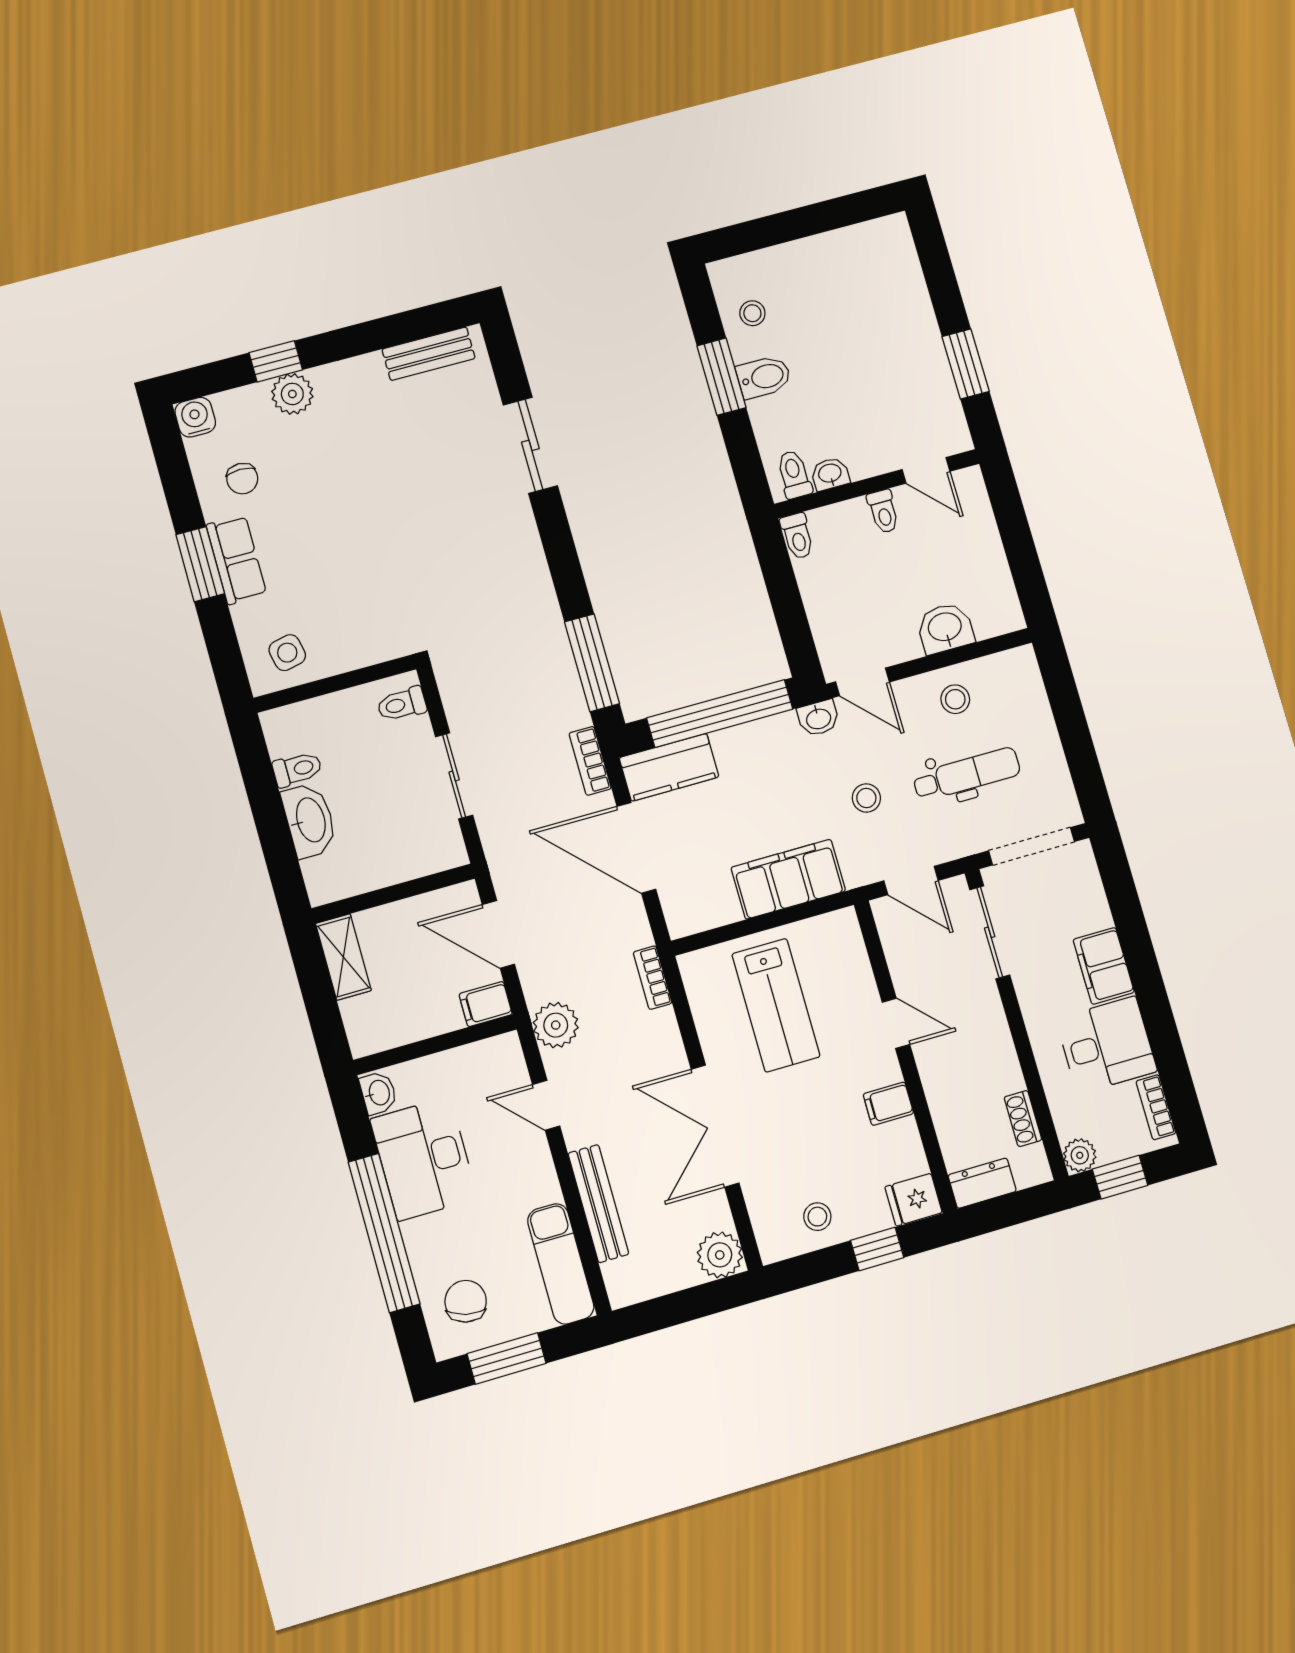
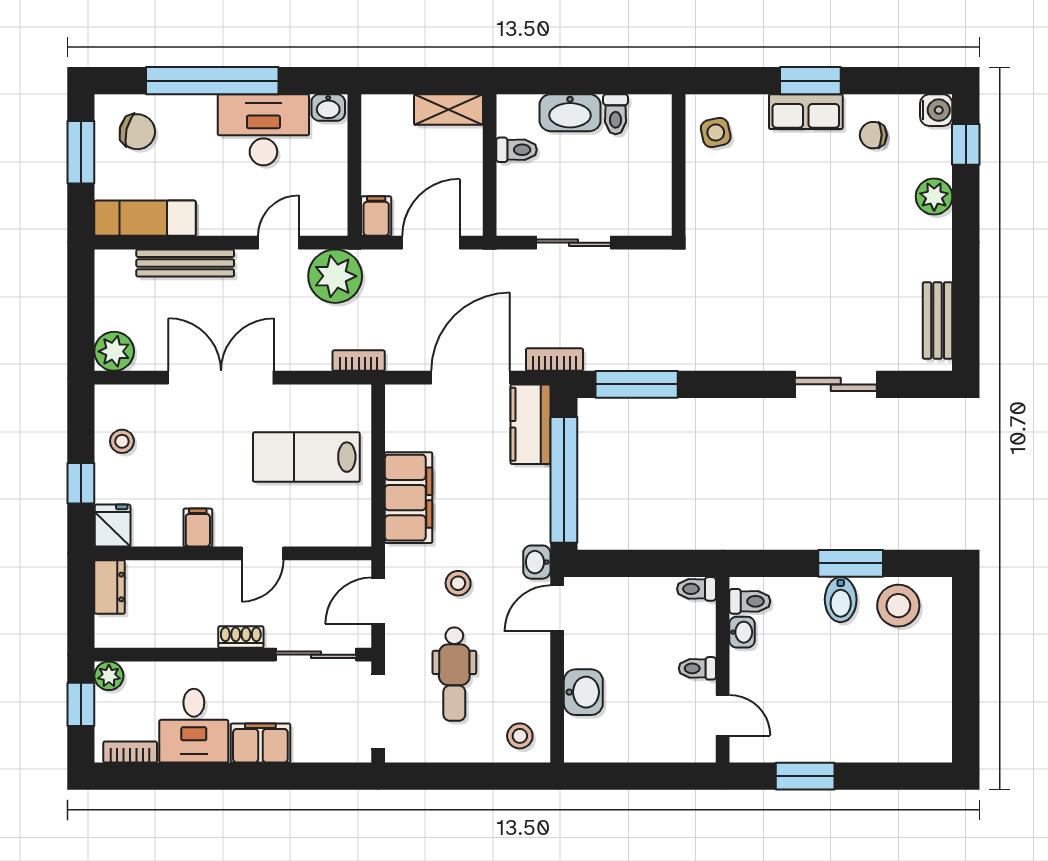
stool: (752, 313) -> (898, 606), width x1.89, depth x1.89
window: (276, 361) -> (966, 144), moved
door: (926, 470) -> (723, 715), swing flipped
stool: (955, 699) -> (520, 736), moved
toilet: (402, 704) -> (516, 150), moved, turned 90
plant: (556, 1025) -> (335, 276), width x1.36, depth x1.36
shoe rack: (1023, 1119) -> (241, 637), moved

